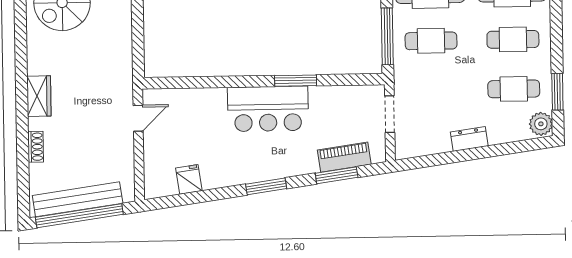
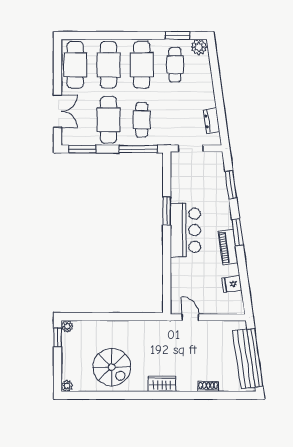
cafe table: (513, 39) -> (142, 65), width x1.37, depth x1.35
wardrobe: (39, 96) -> (162, 384), moved
dresser: (469, 139) -> (212, 121), moved
piano: (344, 157) -> (228, 247), moved

